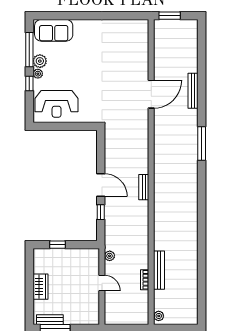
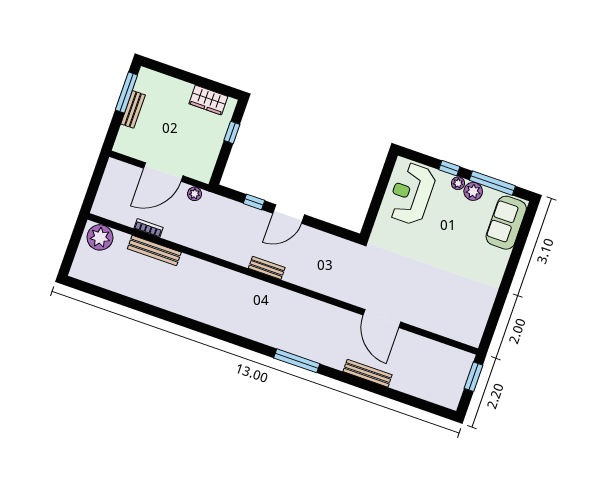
door: (102, 283) -> (163, 172), width x1.87
wardrobe: (40, 287) -> (208, 100), moved
plant: (159, 316) -> (100, 237), width x1.88, depth x1.88
bench: (50, 320) -> (133, 109), moved

